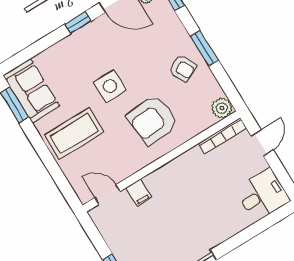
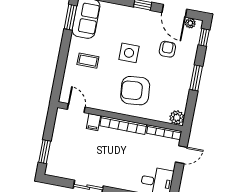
armchair: (182, 68) -> (167, 49), moved, turned -153
coffee table: (74, 134) -> (88, 61), width x0.54, depth x0.58
bookcase: (173, 167) -> (123, 125), added

